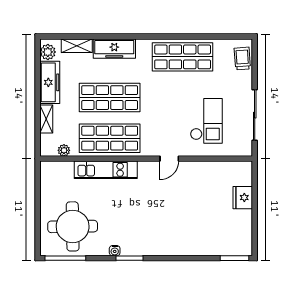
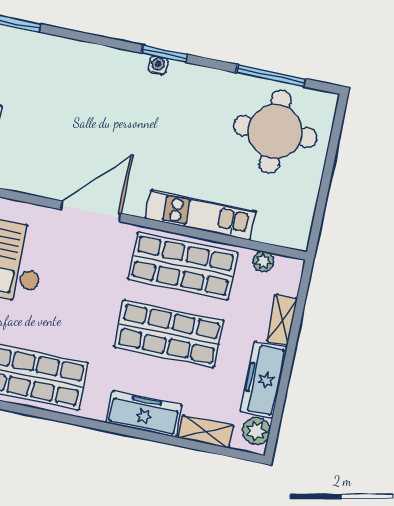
door: (169, 159) -> (91, 211), width x1.88
water cooler: (115, 251) -> (158, 65), moved
window: (65, 258) -> (271, 76), moved
window: (130, 258) -> (165, 54), moved

